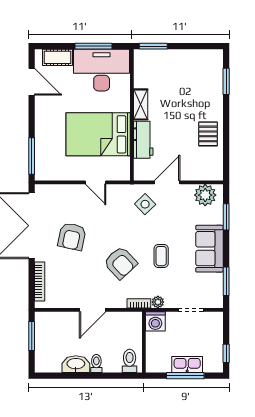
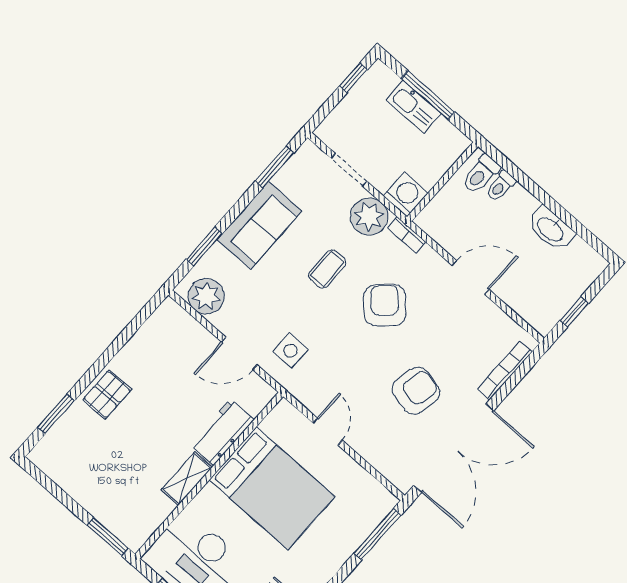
pallet: (208, 134) -> (107, 394), moved
side table: (145, 204) -> (290, 351), turned 45
plant: (158, 302) -> (369, 217), width x1.88, depth x1.88
window: (32, 336) -> (574, 312), width x0.67
toilet: (96, 363) -> (501, 186), moved

